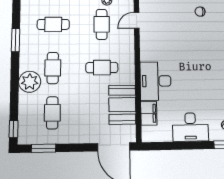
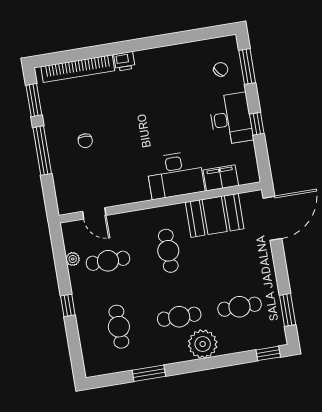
chair: (200, 12) -> (85, 141), moved
window: (184, 145) -> (257, 124), added

